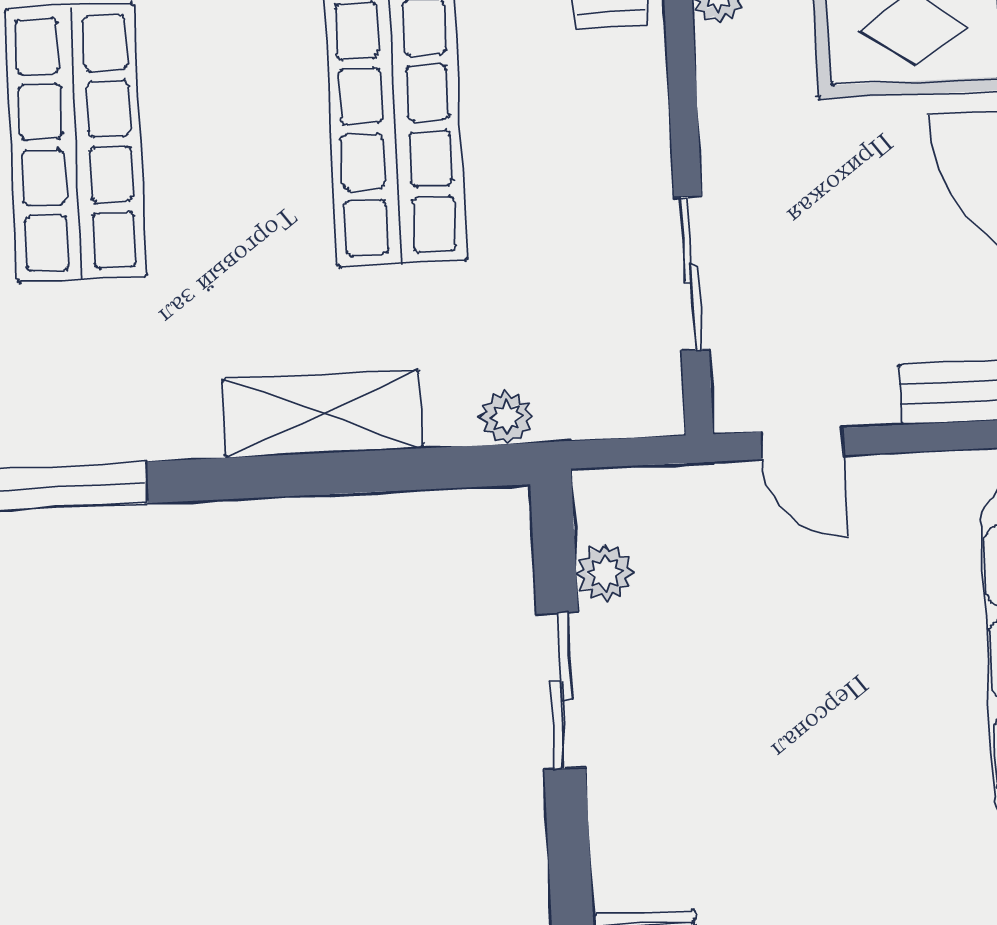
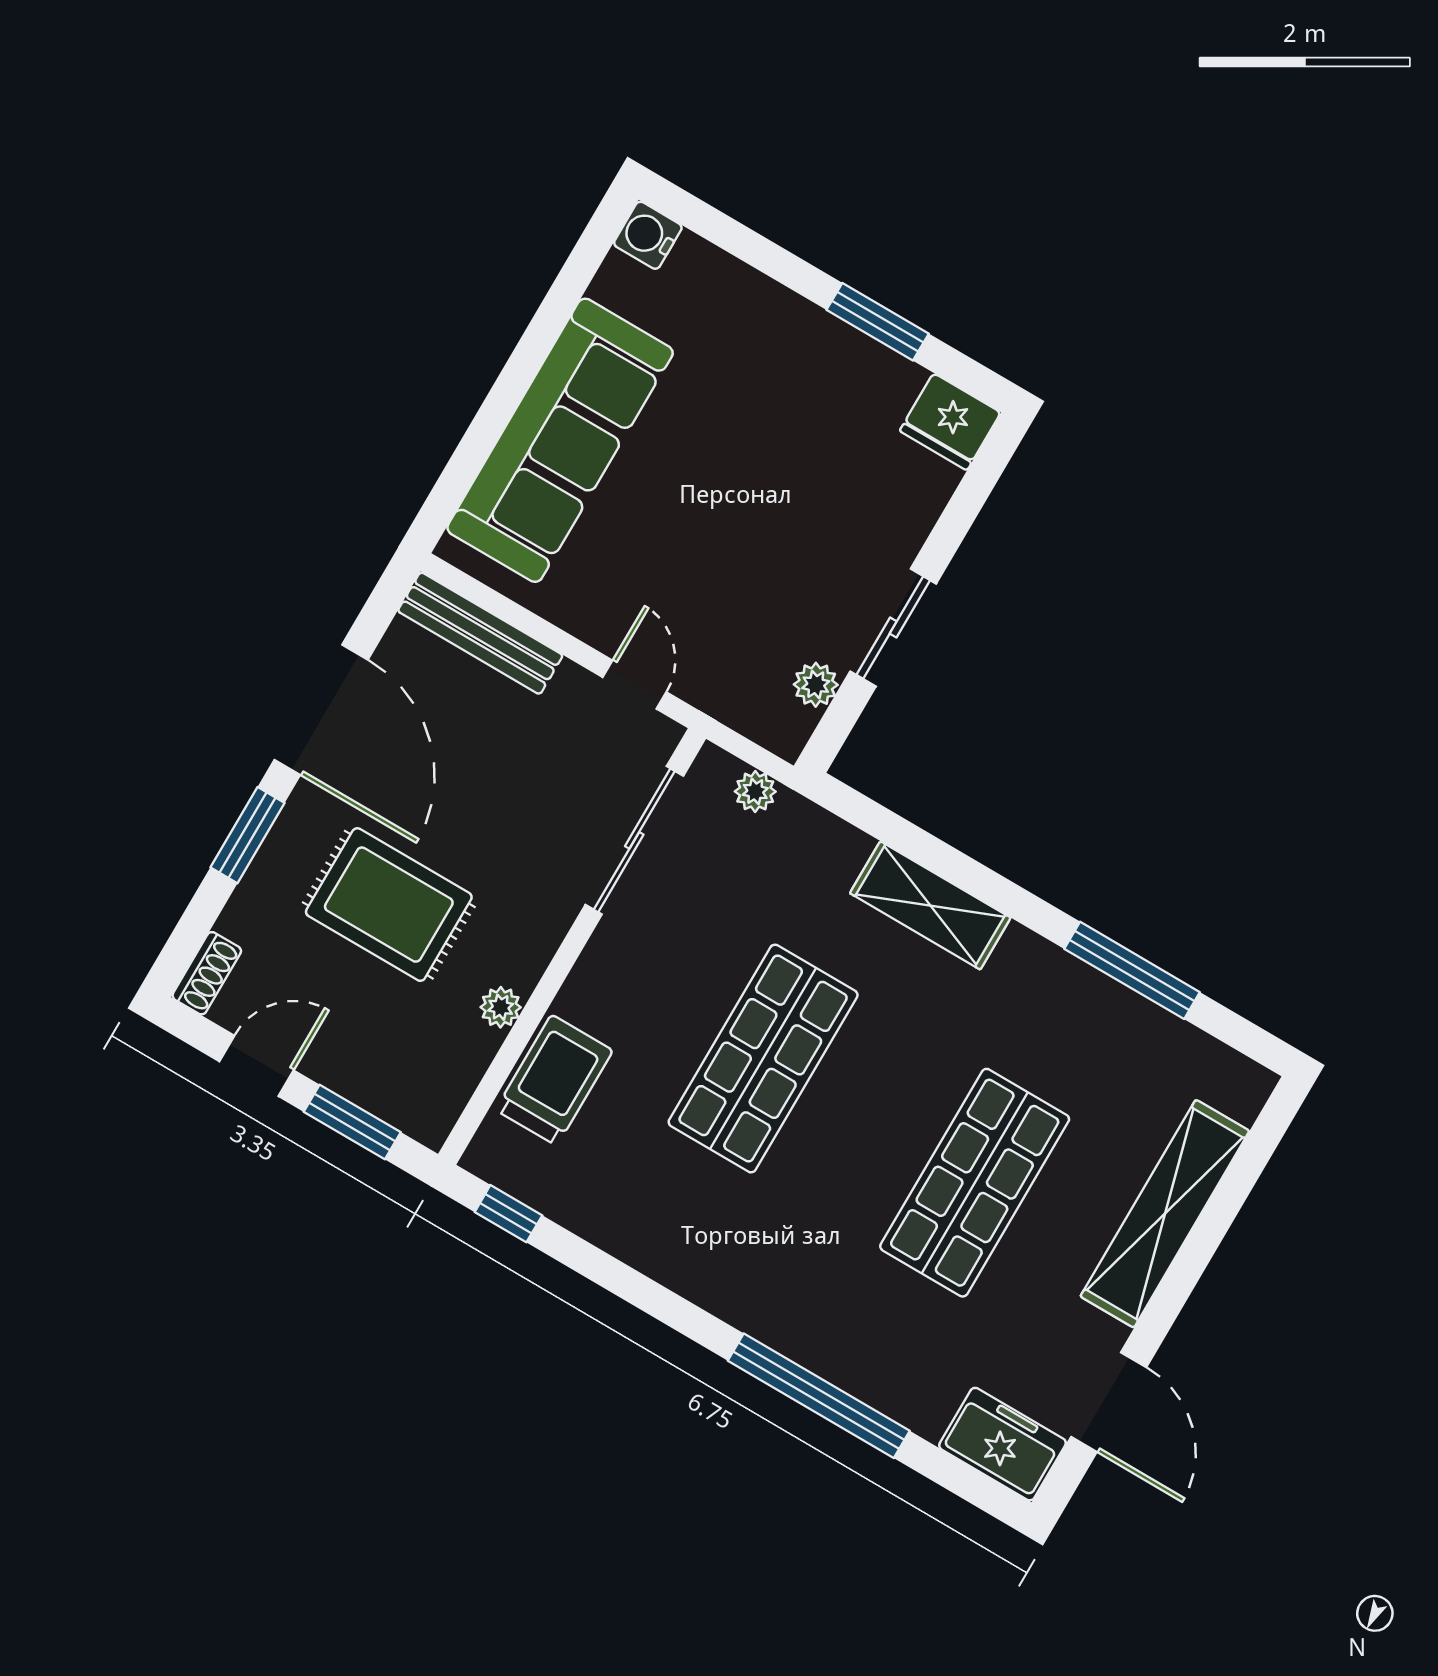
sliding door: (692, 273) -> (634, 840), width x1.37
plant: (507, 417) -> (755, 791), moved

